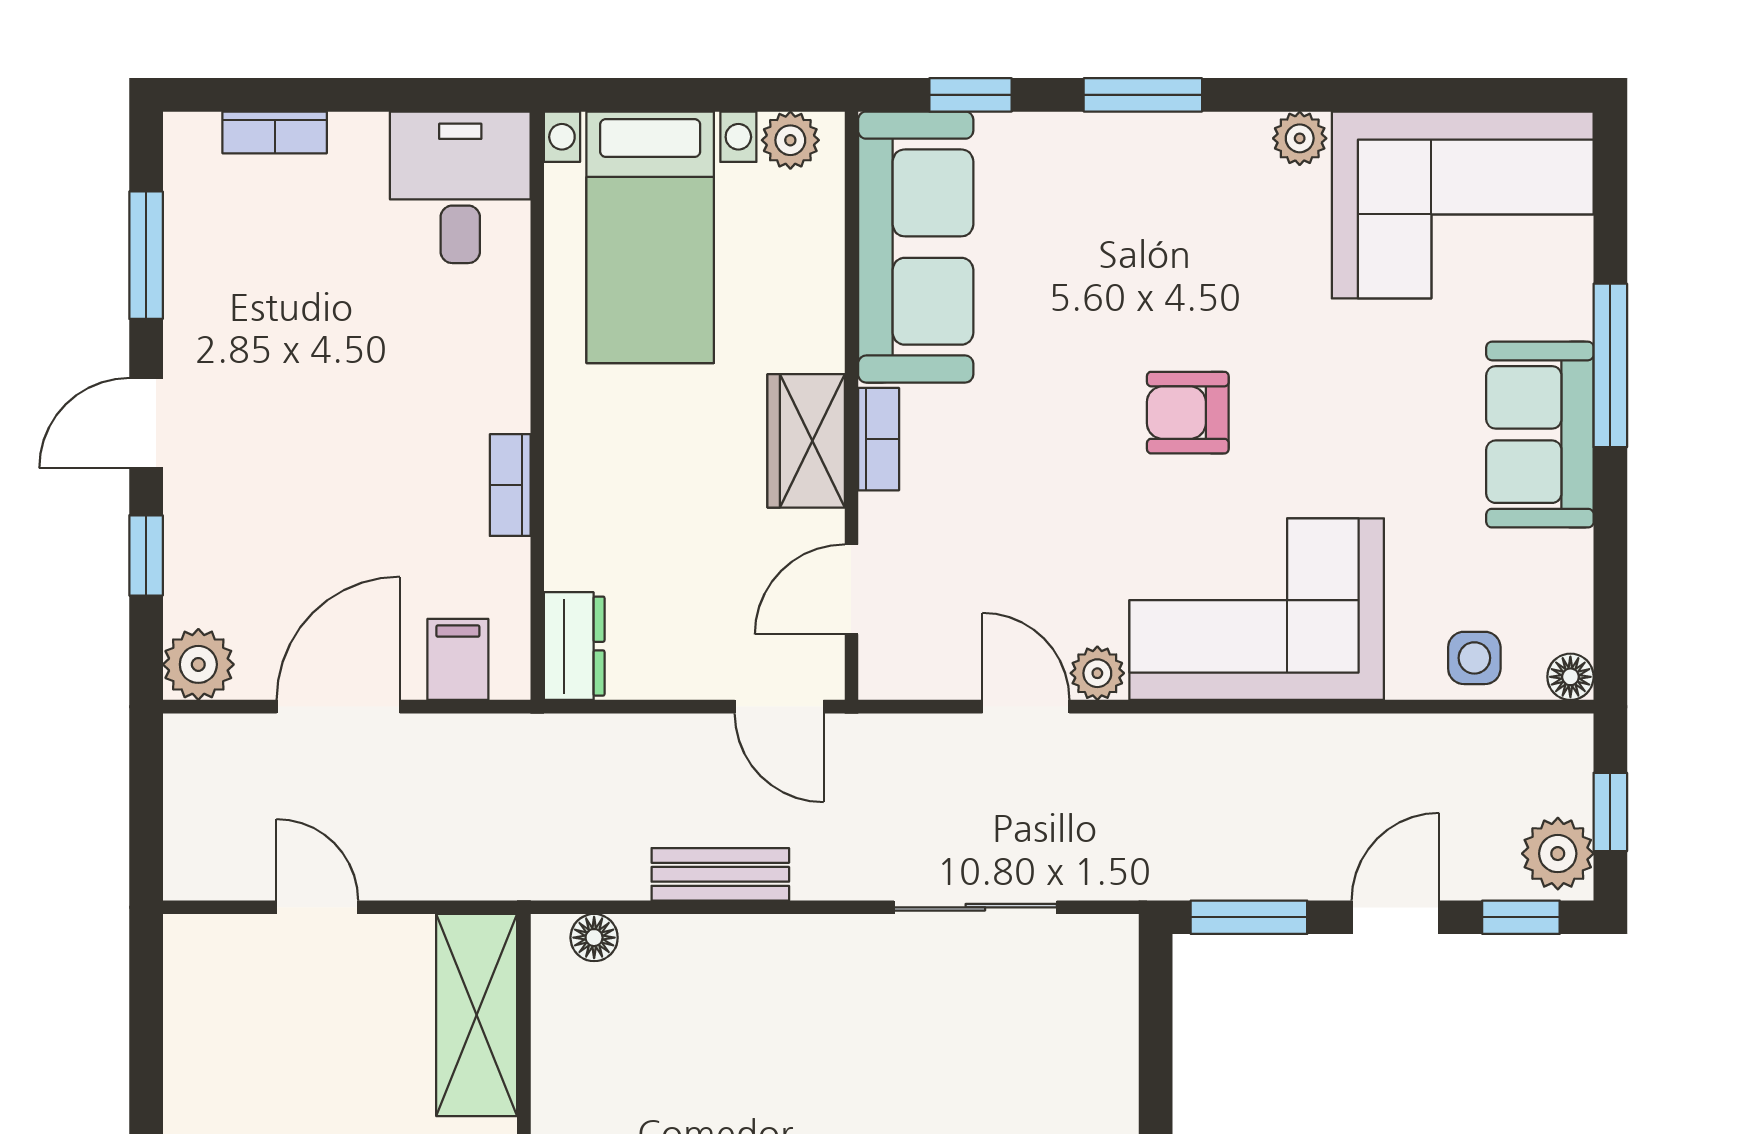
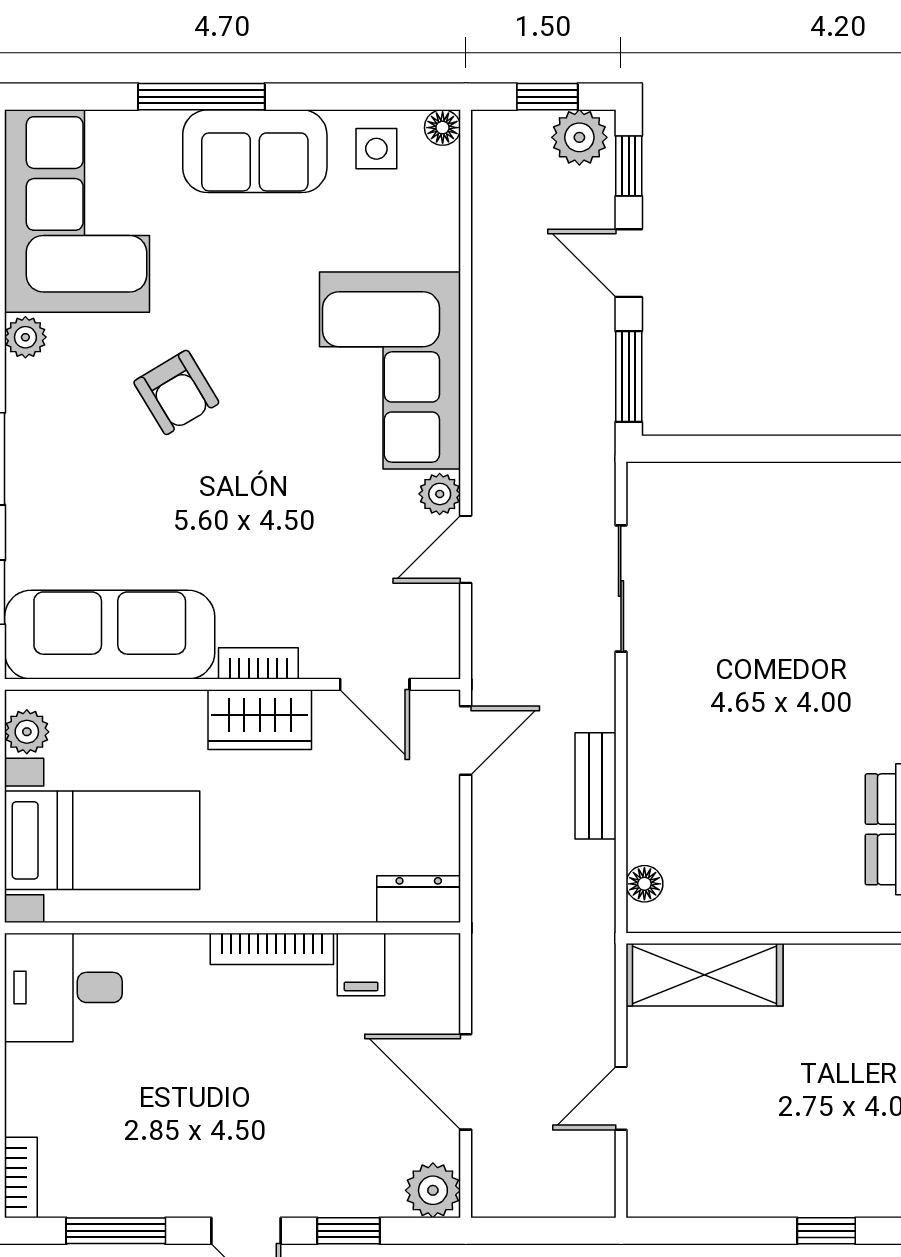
bookcase: (275, 132) -> (21, 1177), moved
armchair: (1188, 413) -> (176, 392), moved, turned -31
bookcase: (510, 485) -> (272, 949), width x1.56
side table: (1474, 658) -> (376, 149), moved
filing cabinet: (458, 659) -> (361, 964), moved, turned -90

